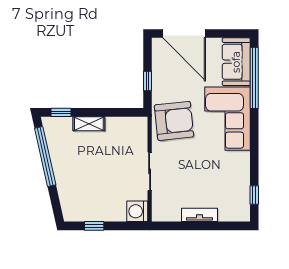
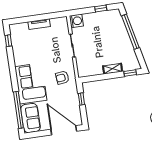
armchair: (174, 121) -> (62, 78), width x0.53, depth x0.53
window: (45, 156) -> (130, 32), moved

